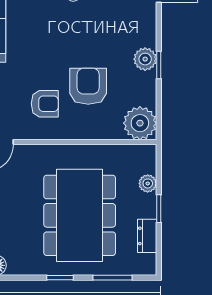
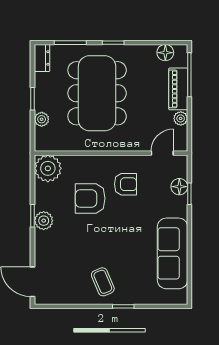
armchair: (88, 86) -> (90, 198), turned 90
armchair: (45, 104) -> (125, 184), turned 180
dresser: (147, 236) -> (42, 58), moved

